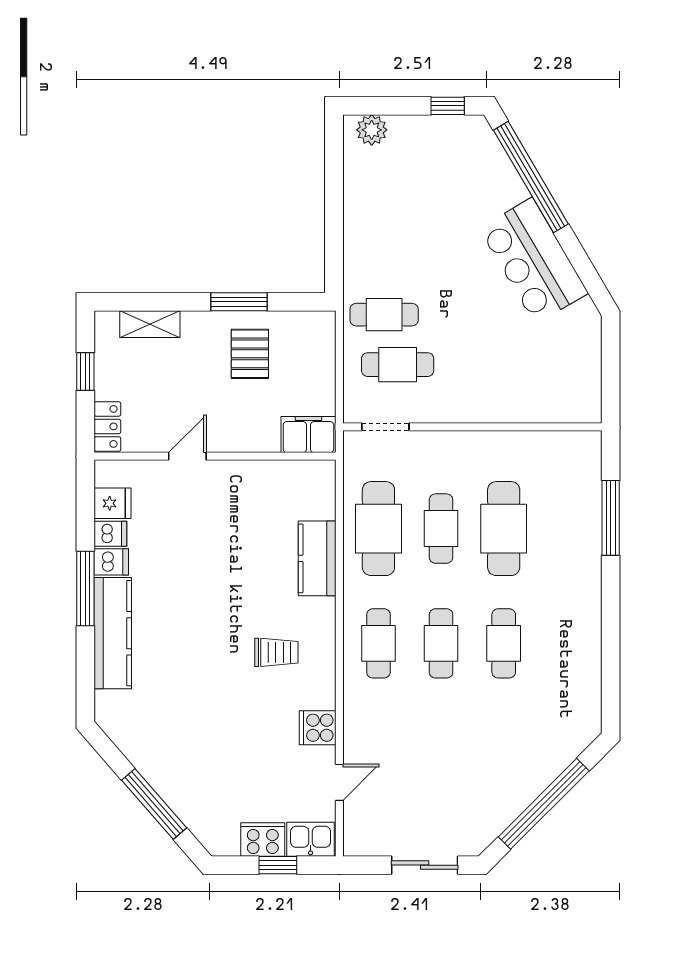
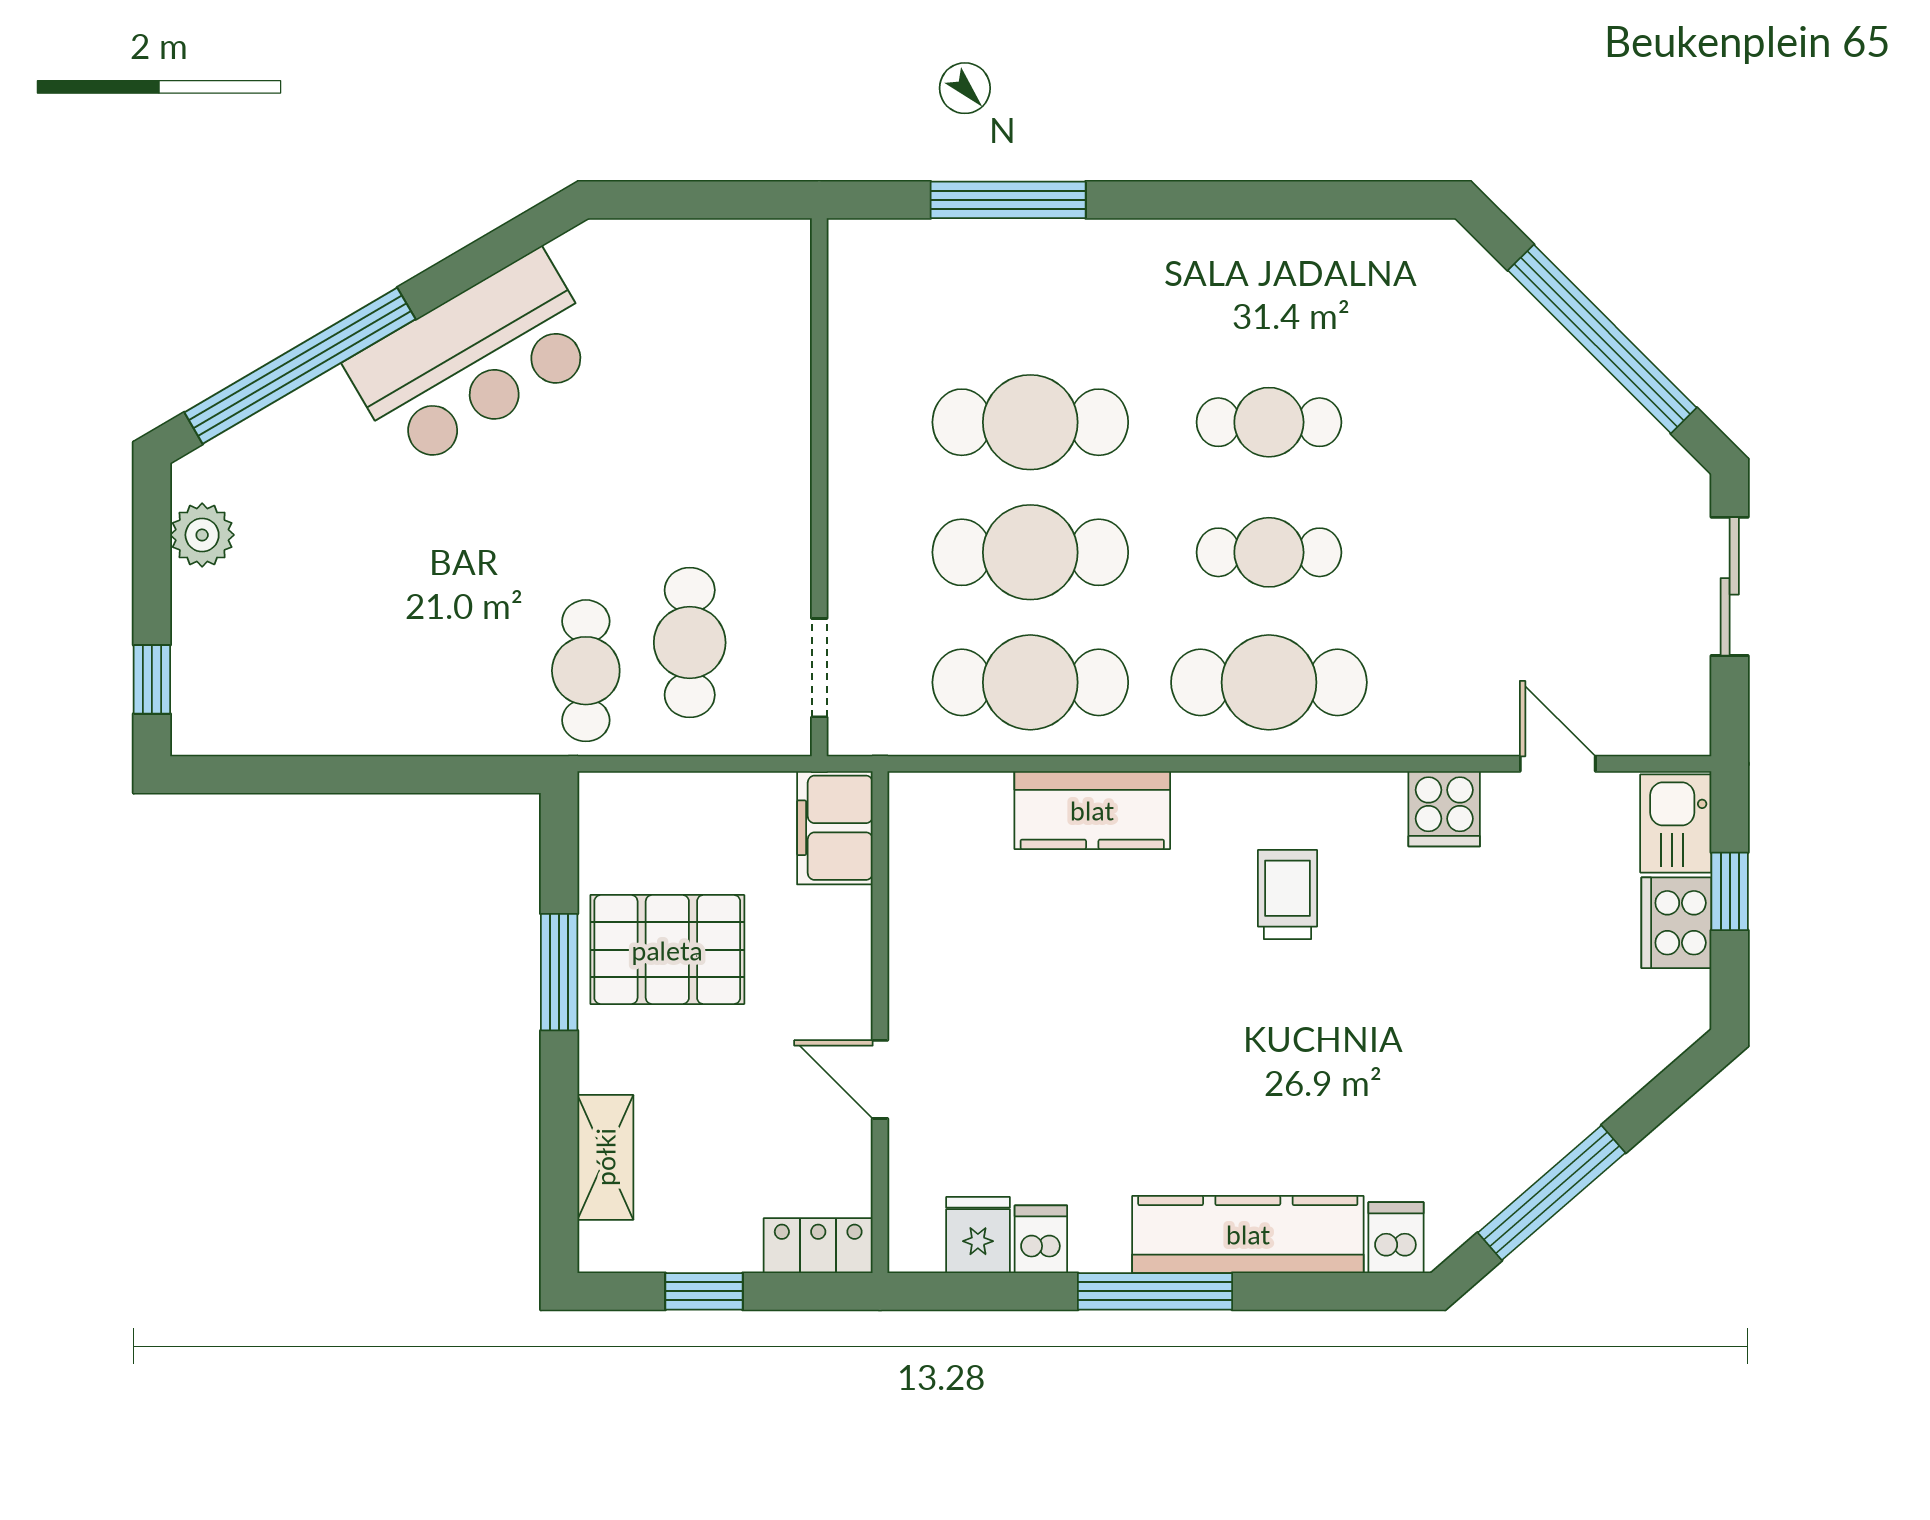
window: (448, 106) -> (152, 679), moved
plant: (372, 130) -> (202, 535), moved
pallet: (250, 354) -> (667, 950), width x1.50, depth x1.42
cafe table: (441, 529) -> (1030, 552), width x1.37, depth x1.35
dishwasher: (111, 562) -> (1396, 1238), moved
cafe table: (378, 643) -> (1269, 682), width x1.37, depth x1.35
window: (154, 804) -> (1552, 1193), moved

